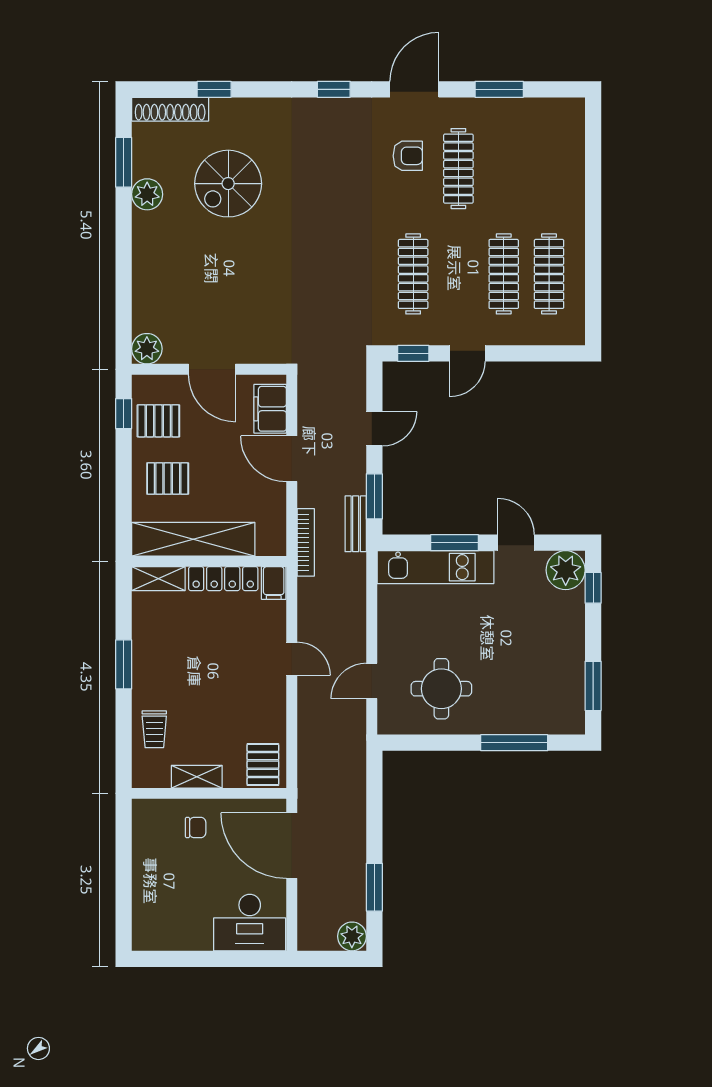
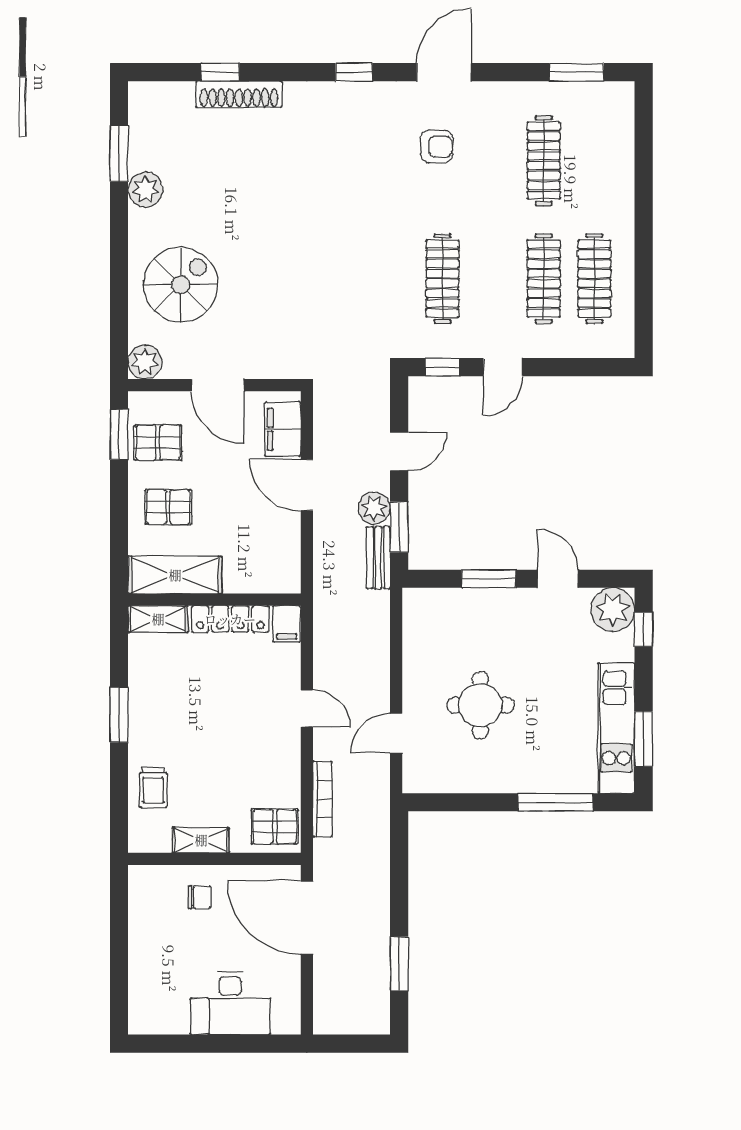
window: (499, 89) -> (577, 72), moved
shoe rack: (170, 109) -> (239, 94), moved
clothes rail: (458, 169) -> (544, 161), moved
spiral stairs: (228, 184) -> (181, 285), moved, turned 180
window: (124, 414) -> (119, 435), width x1.50
shelving: (193, 539) -> (175, 575), width x0.68
bookcase: (306, 542) -> (322, 799), moved
kitchen unit: (435, 567) -> (616, 728), moved, turned 90
round table: (441, 689) -> (480, 705), moved
pallet: (263, 765) -> (275, 827), turned 90
desk: (250, 923) -> (230, 1003), moved
plant: (352, 936) -> (374, 508), moved

